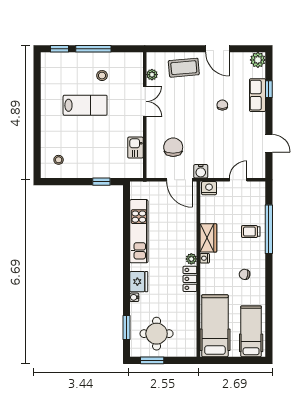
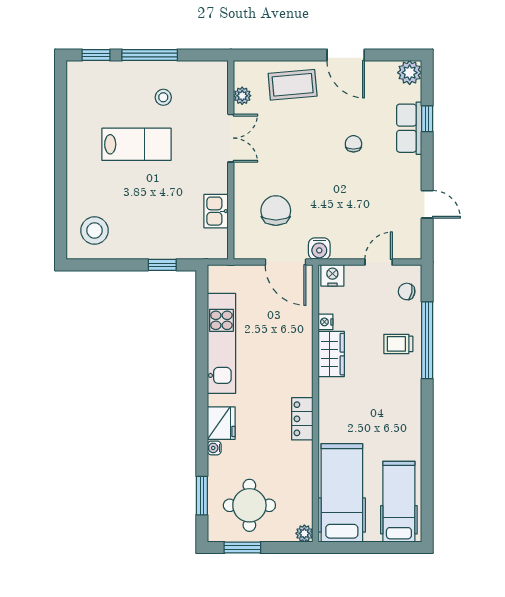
stool: (59, 160) -> (94, 230), width x1.89, depth x1.89
nightstand: (205, 258) -> (326, 322), moved
plant: (191, 259) -> (304, 533), moved
chair: (245, 274) -> (407, 291), moved

